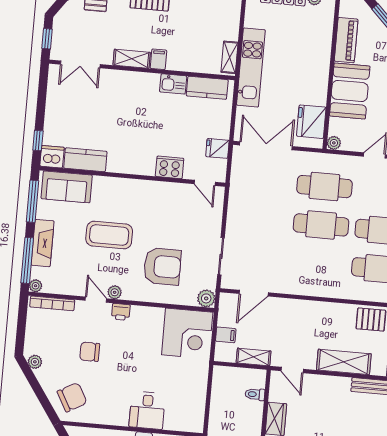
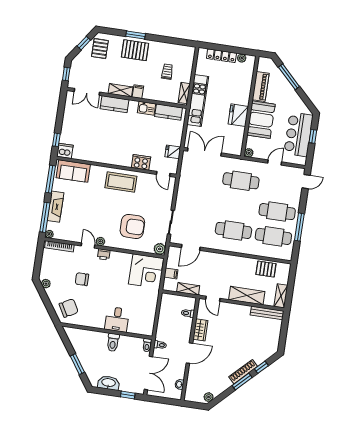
trolley: (202, 26) -> (167, 72), added
fridge: (311, 122) -> (238, 115), moved
kitchen counter: (85, 160) -> (114, 104), moved, turned 180
cafe table: (321, 225) -> (234, 230), moved
coffee table: (109, 235) -> (121, 182), moved

